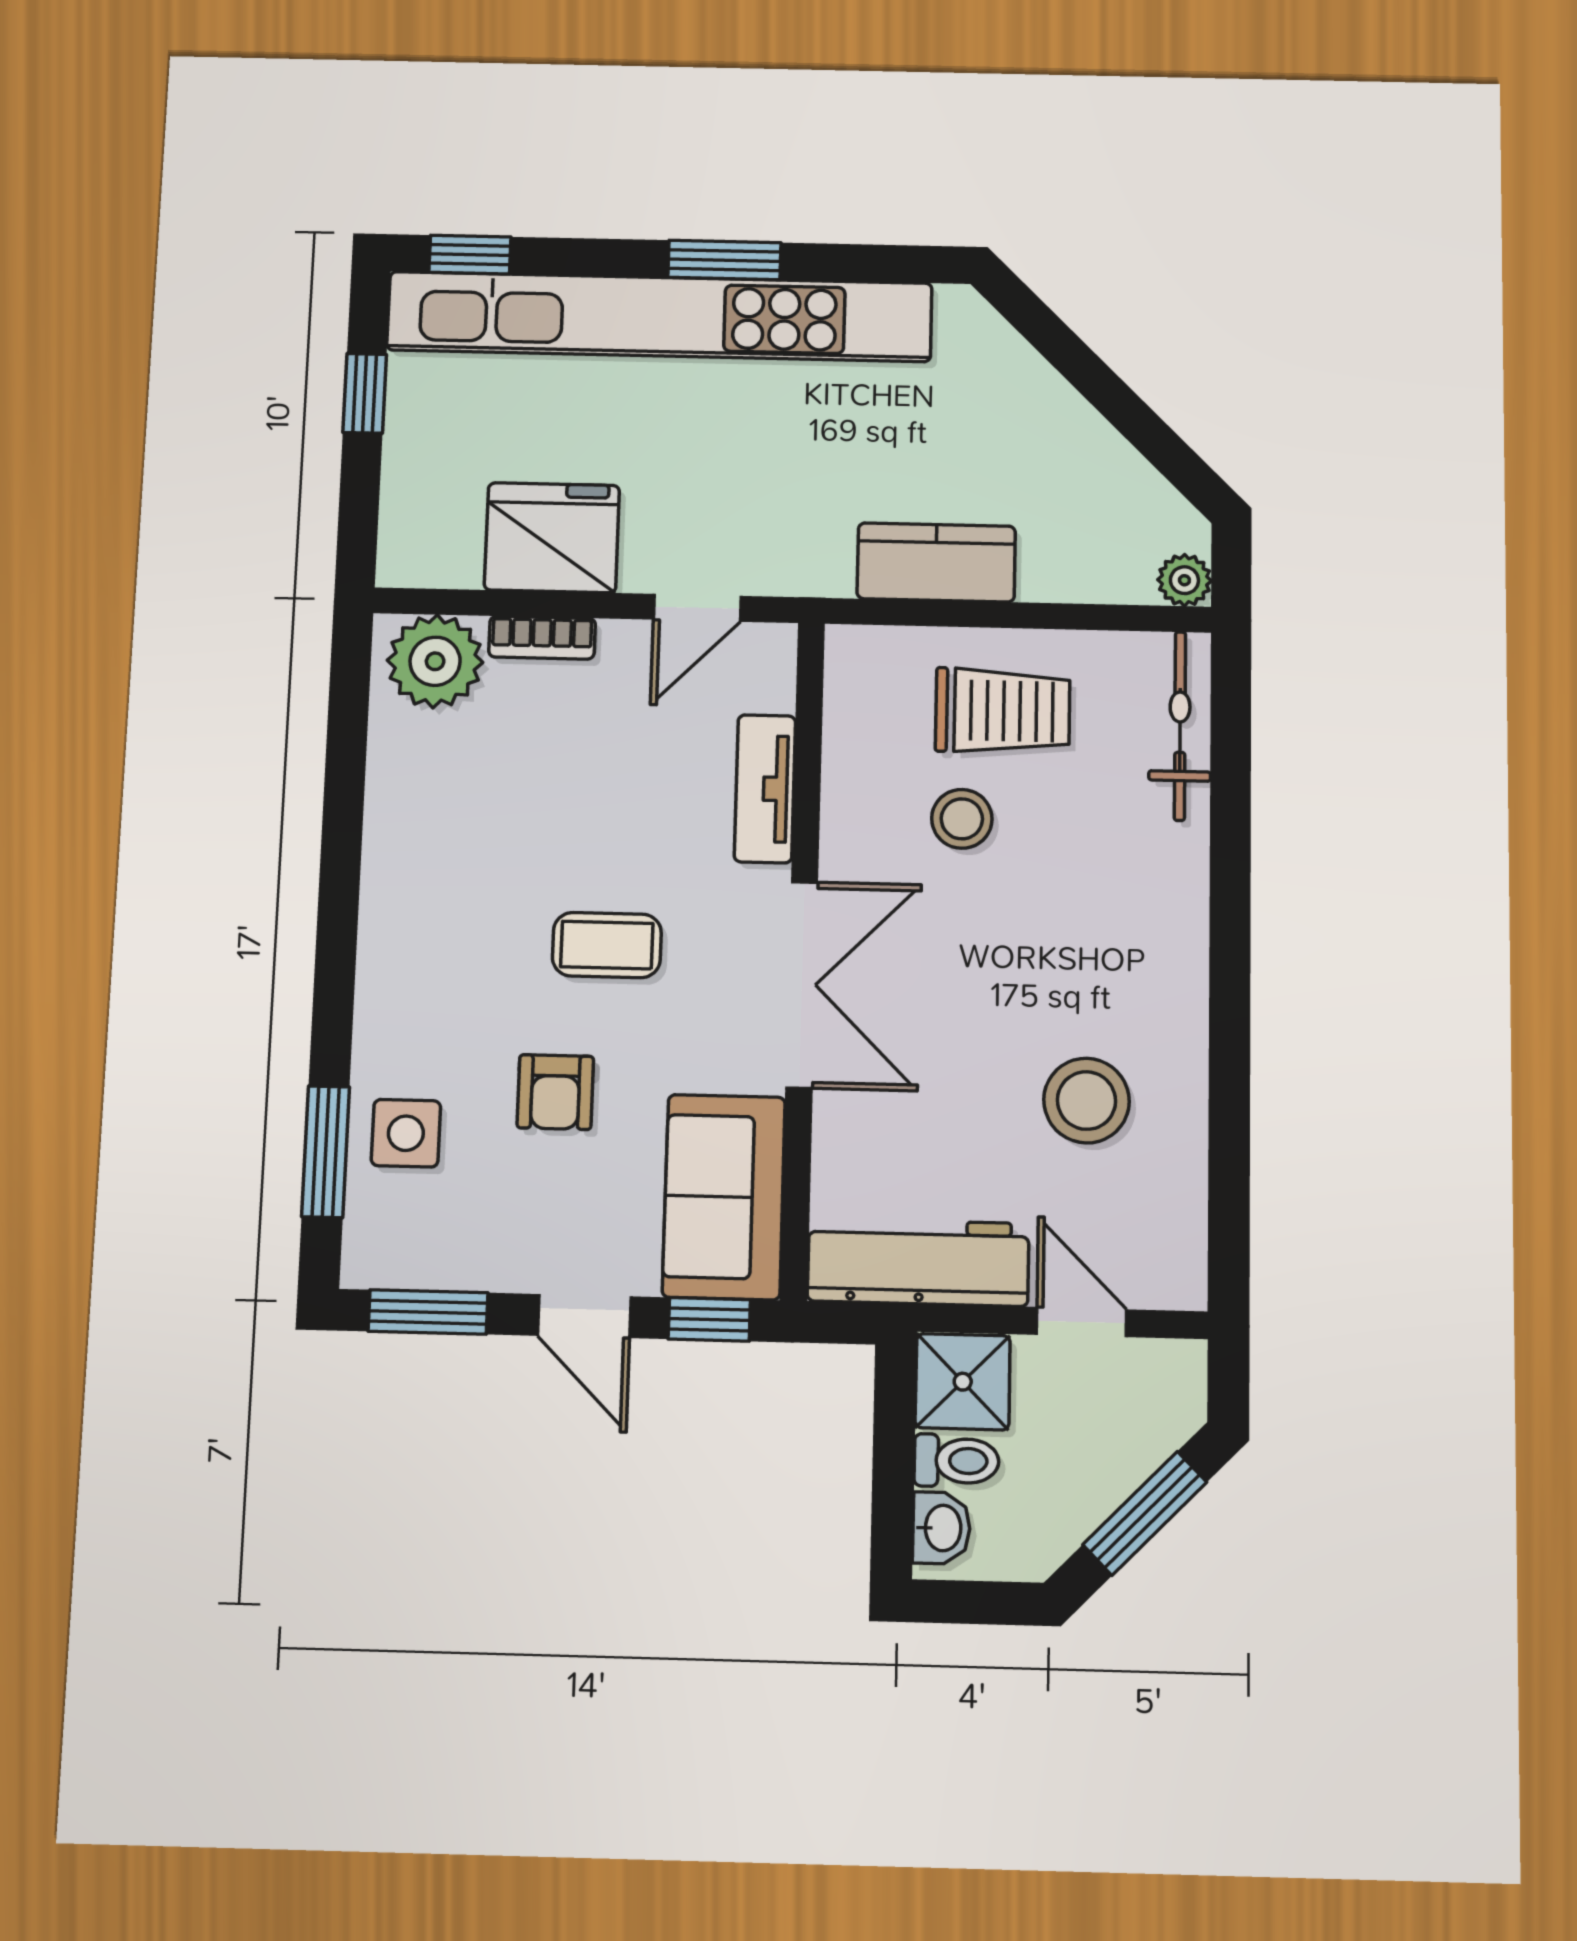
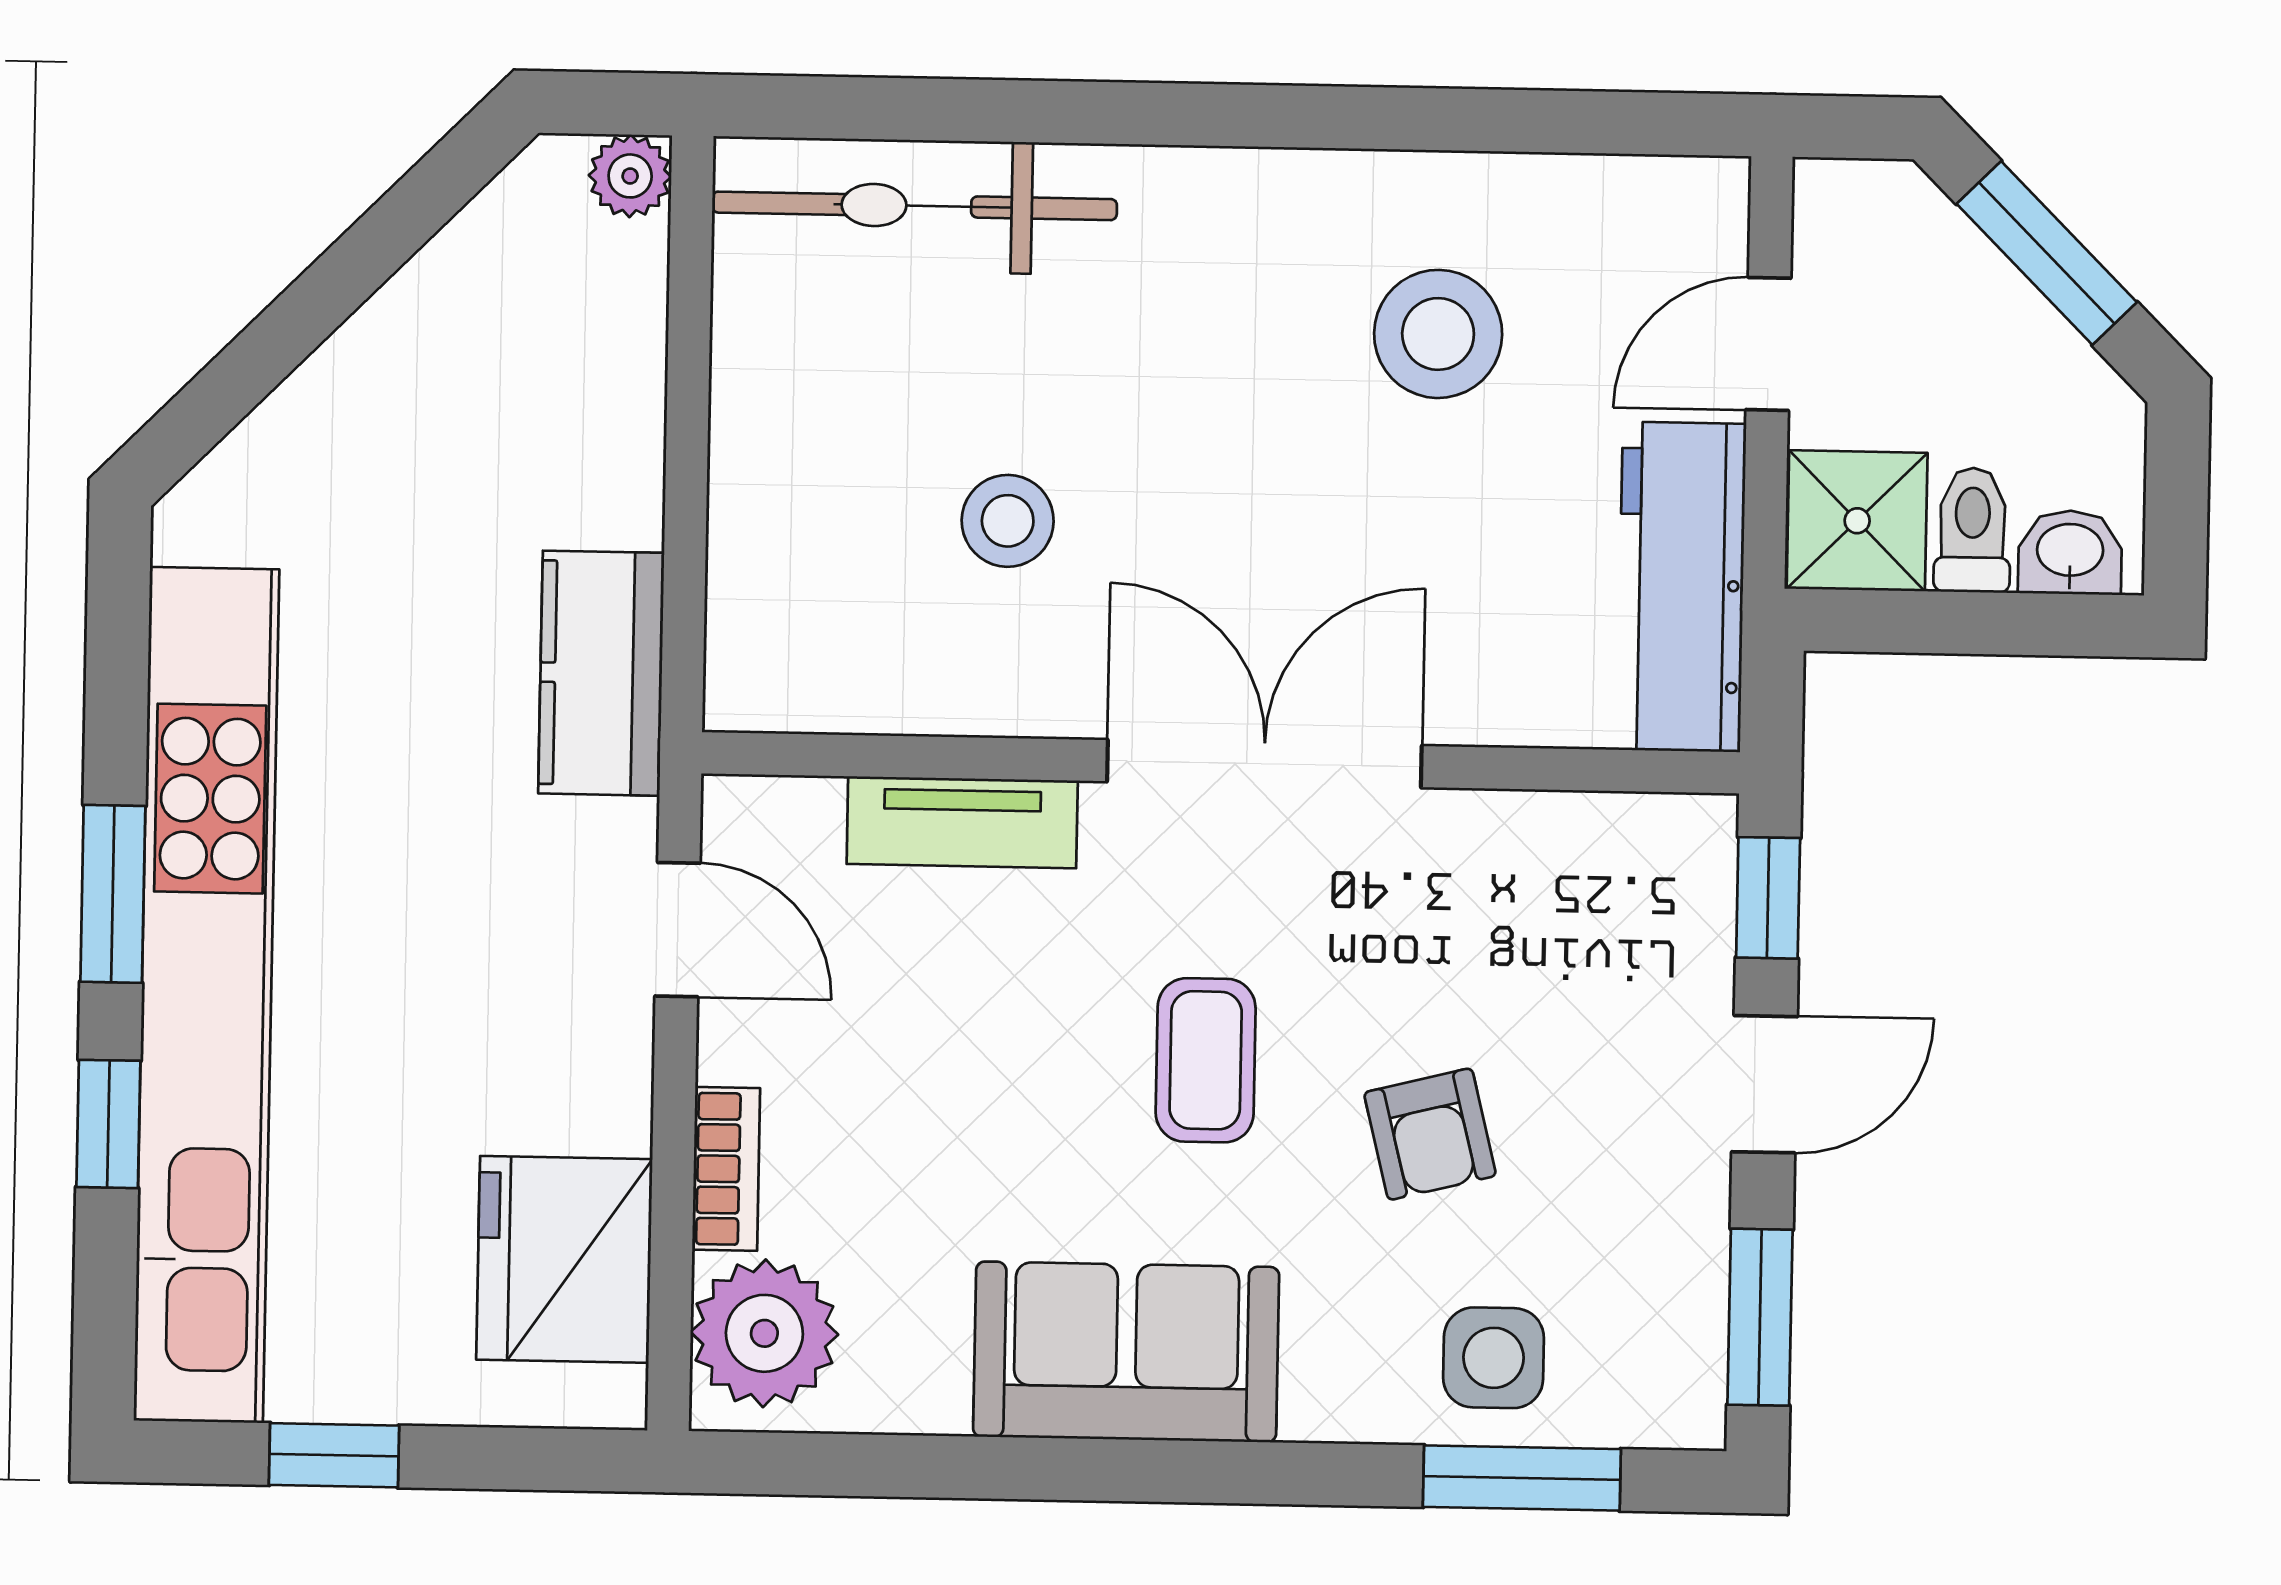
window: (470, 255) -> (108, 1124), moved
fridge: (552, 538) -> (564, 1259), moved
kitchen counter: (936, 562) -> (601, 673), moved
trolley: (1003, 711) -> (838, 458), removed
bicycle: (1180, 726) -> (915, 206), width x1.37, depth x1.40
armchair: (555, 1092) -> (1430, 1134), turned 76
sofa: (724, 1197) -> (1126, 1352), moved, turned 180

